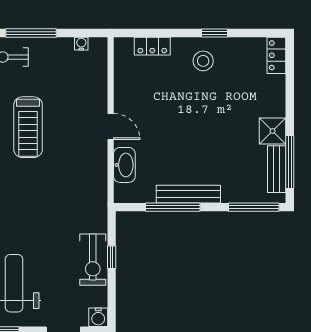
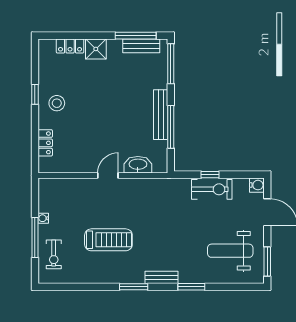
water cooler: (81, 44) -> (43, 218), moved
locker: (276, 55) -> (70, 46), moved
shower: (273, 131) -> (96, 49), moved

